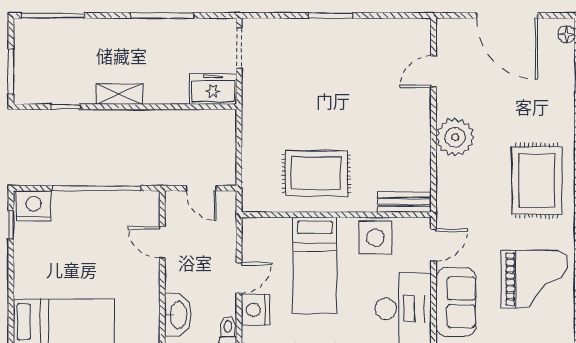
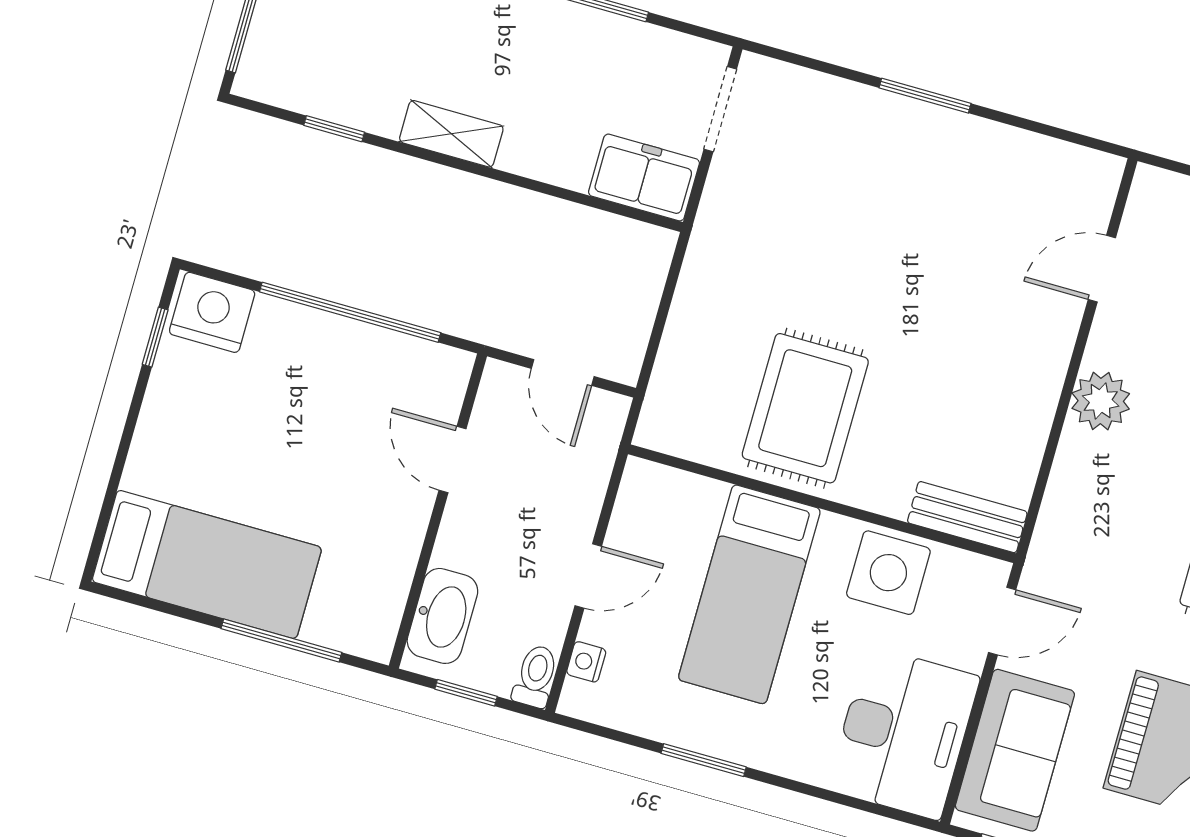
plant: (455, 137) -> (1101, 401), width x0.73, depth x0.73
rug: (316, 173) -> (805, 408), turned 90
nightstand: (255, 310) -> (586, 662), width x0.53, depth x0.56

